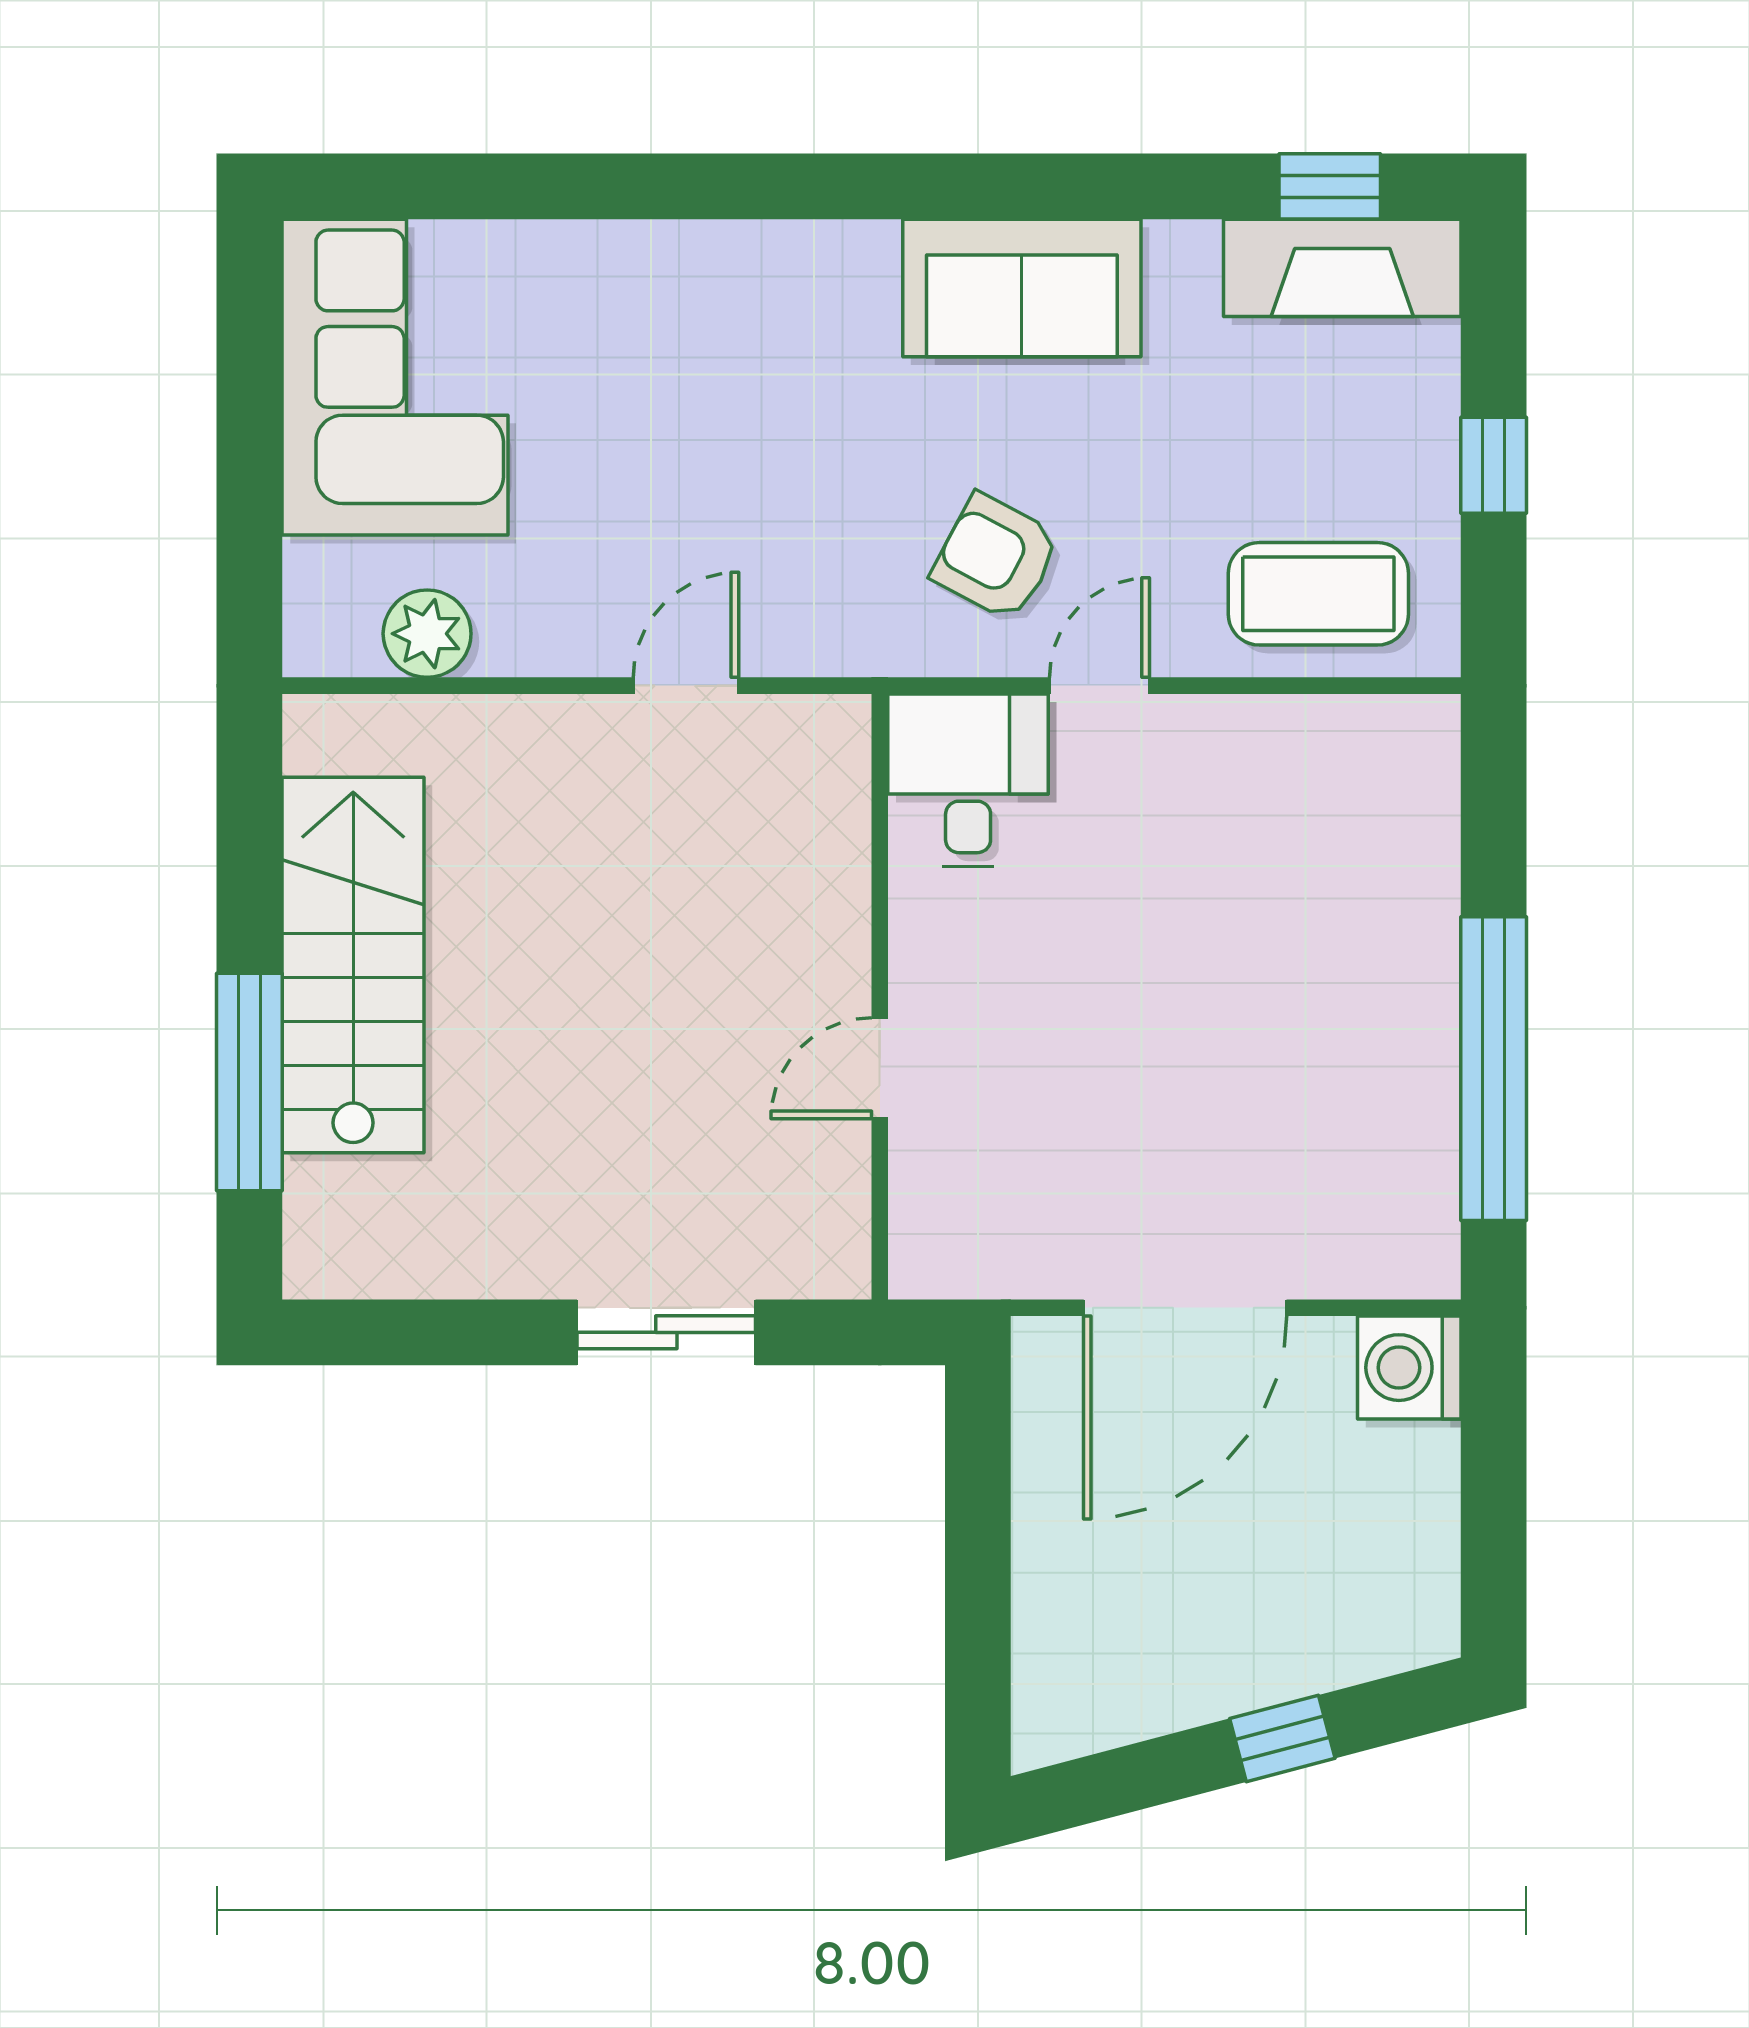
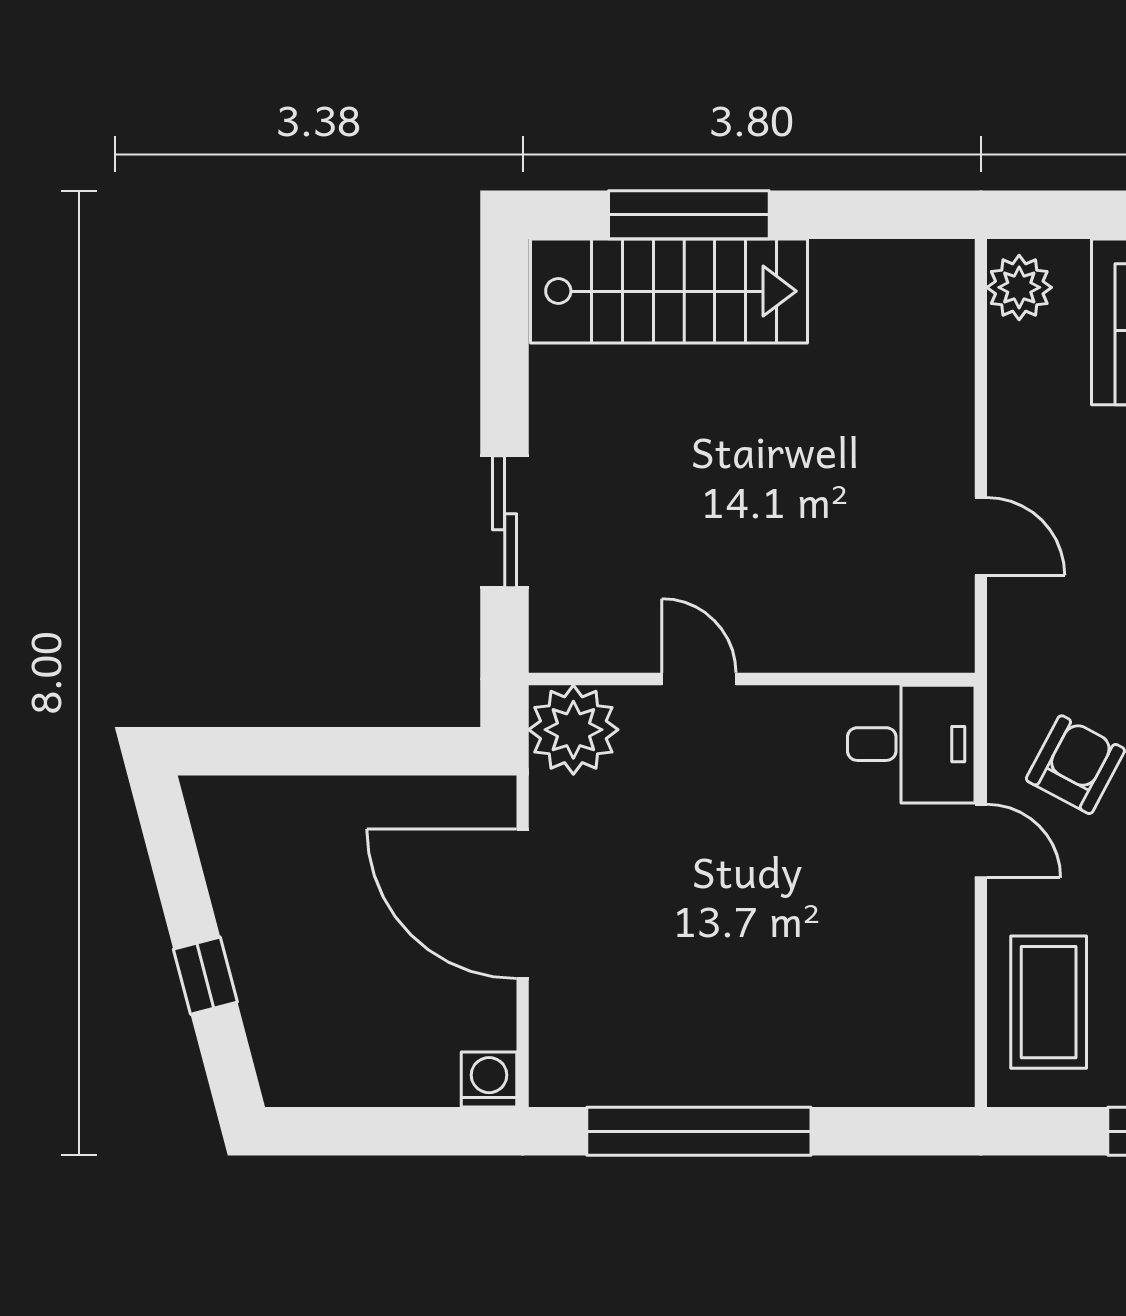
plant: (427, 634) -> (1019, 287), moved
stairs: (353, 965) -> (669, 291), moved
plant: (949, 1239) -> (573, 730), added
washing machine: (1409, 1368) -> (489, 1080), width x0.73, depth x0.73

